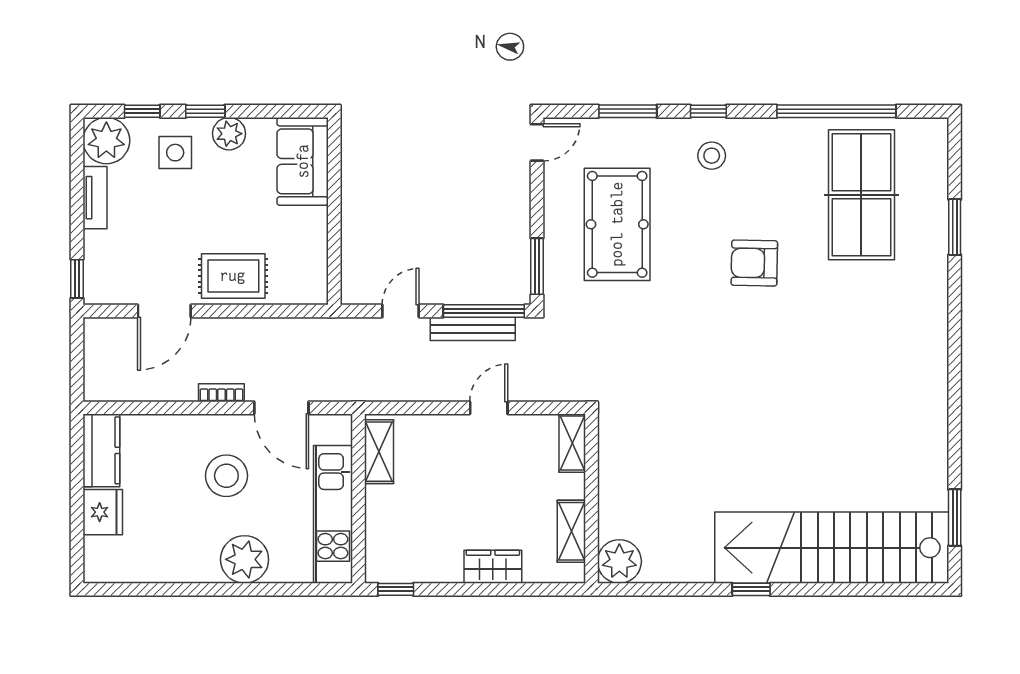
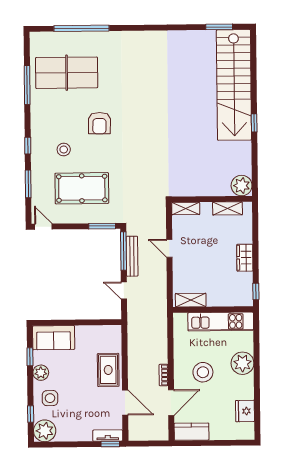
window: (205, 111) -> (30, 357), moved
window: (836, 111) -> (27, 85), width x0.68
stool: (712, 156) -> (64, 149), moved
tv unit: (95, 198) -> (108, 435), moved
window: (955, 227) -> (81, 28), width x2.11
door: (281, 408) -> (171, 403), moved
fridge: (103, 512) -> (245, 411), moved, turned -90
wardrobe: (493, 567) -> (245, 258), moved

